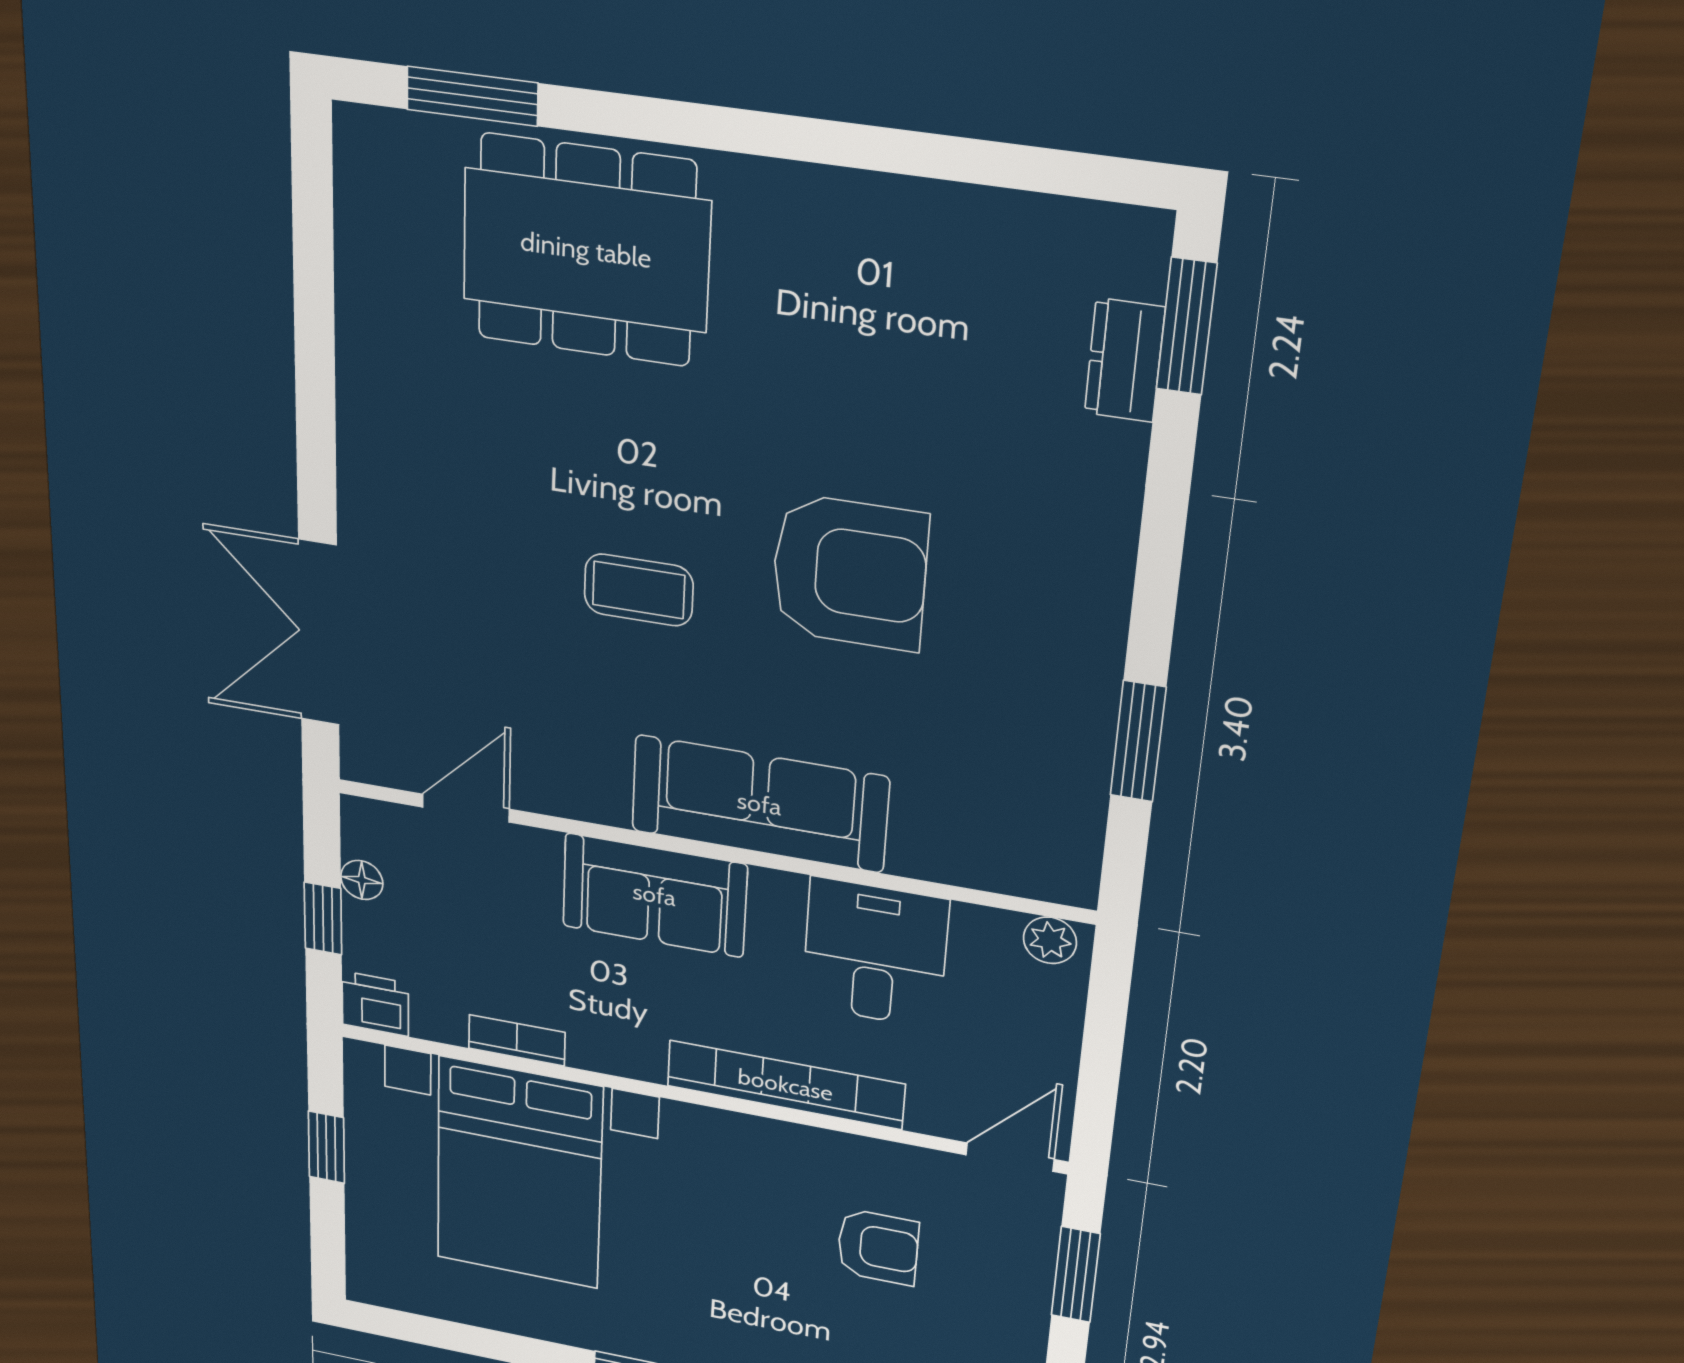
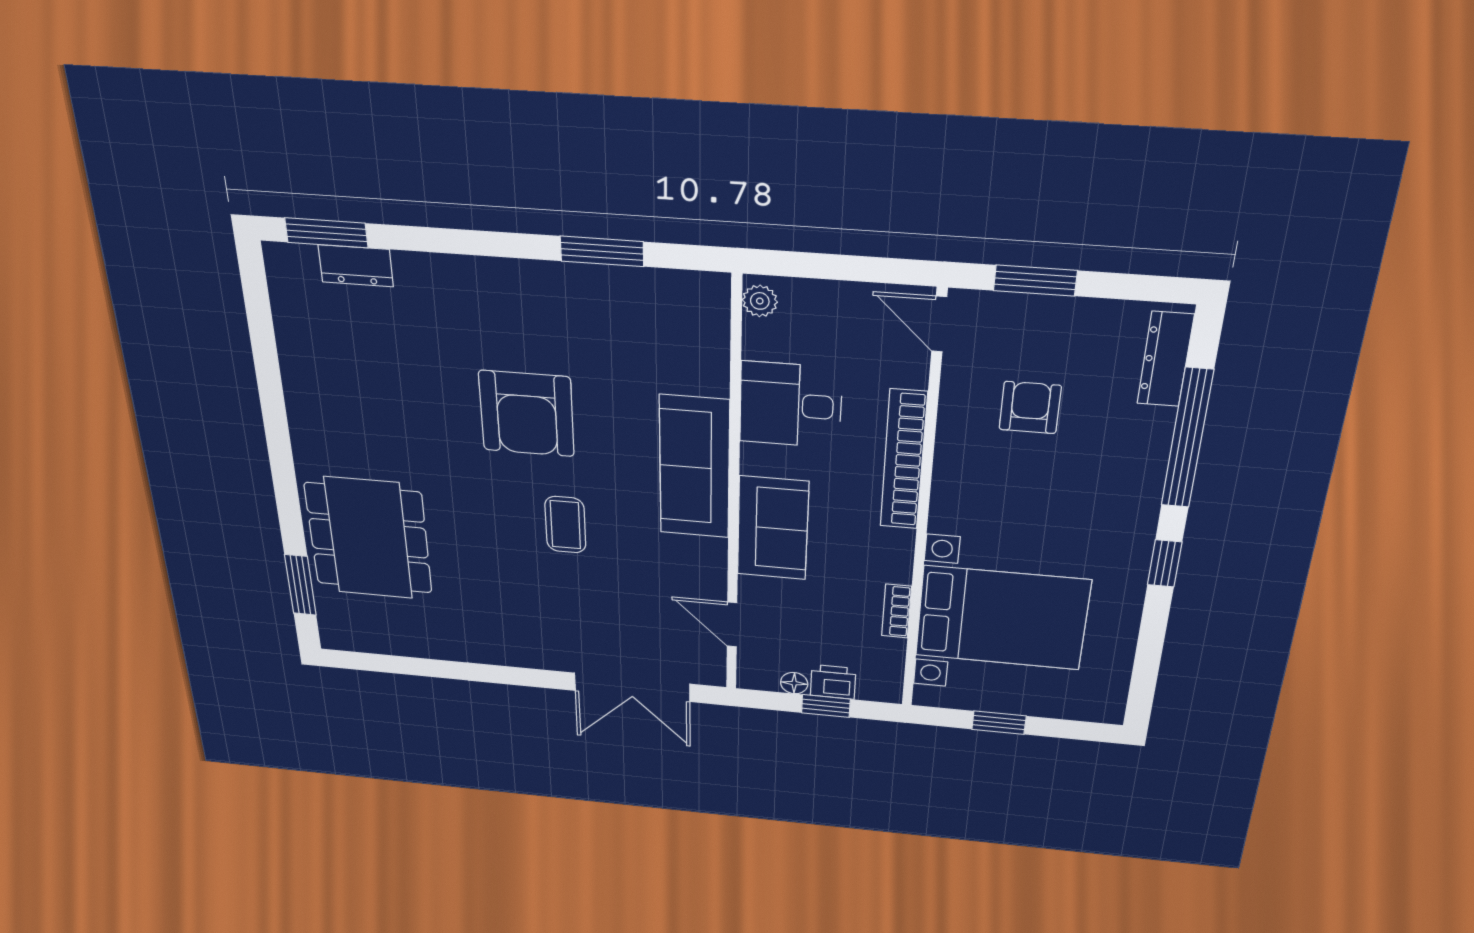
armchair: (849, 572) -> (527, 414), turned 180
printer: (375, 1004) -> (833, 682), moved, turned 90

